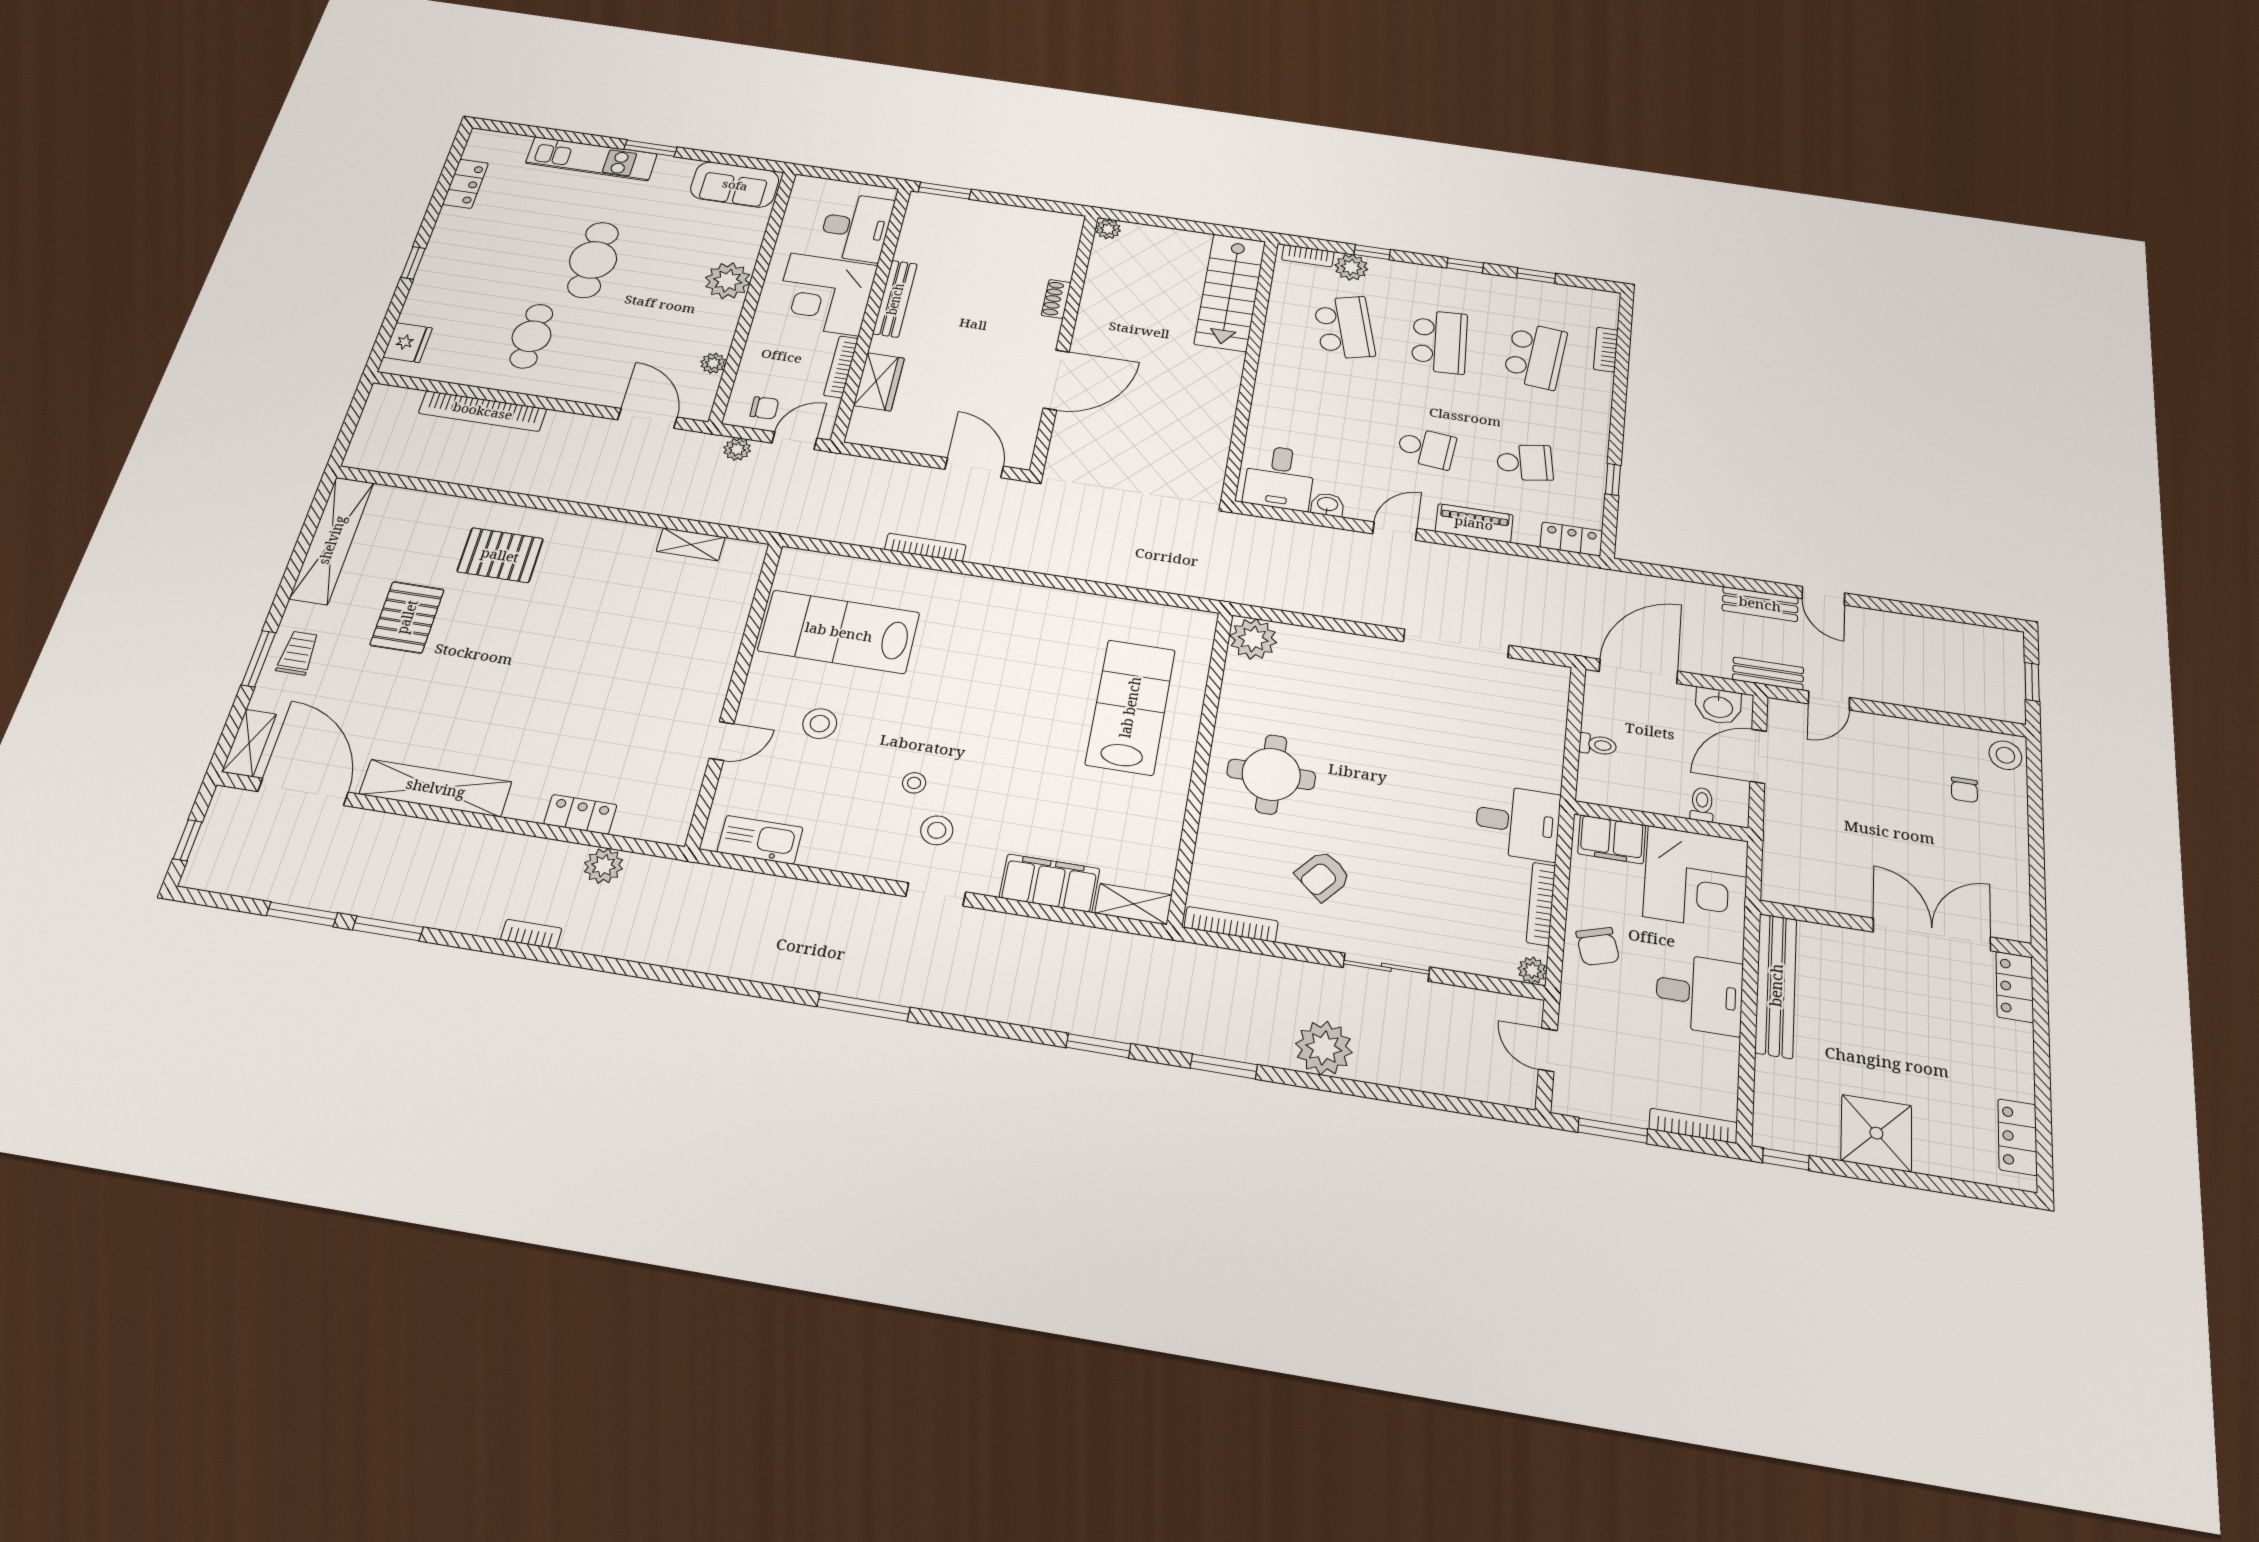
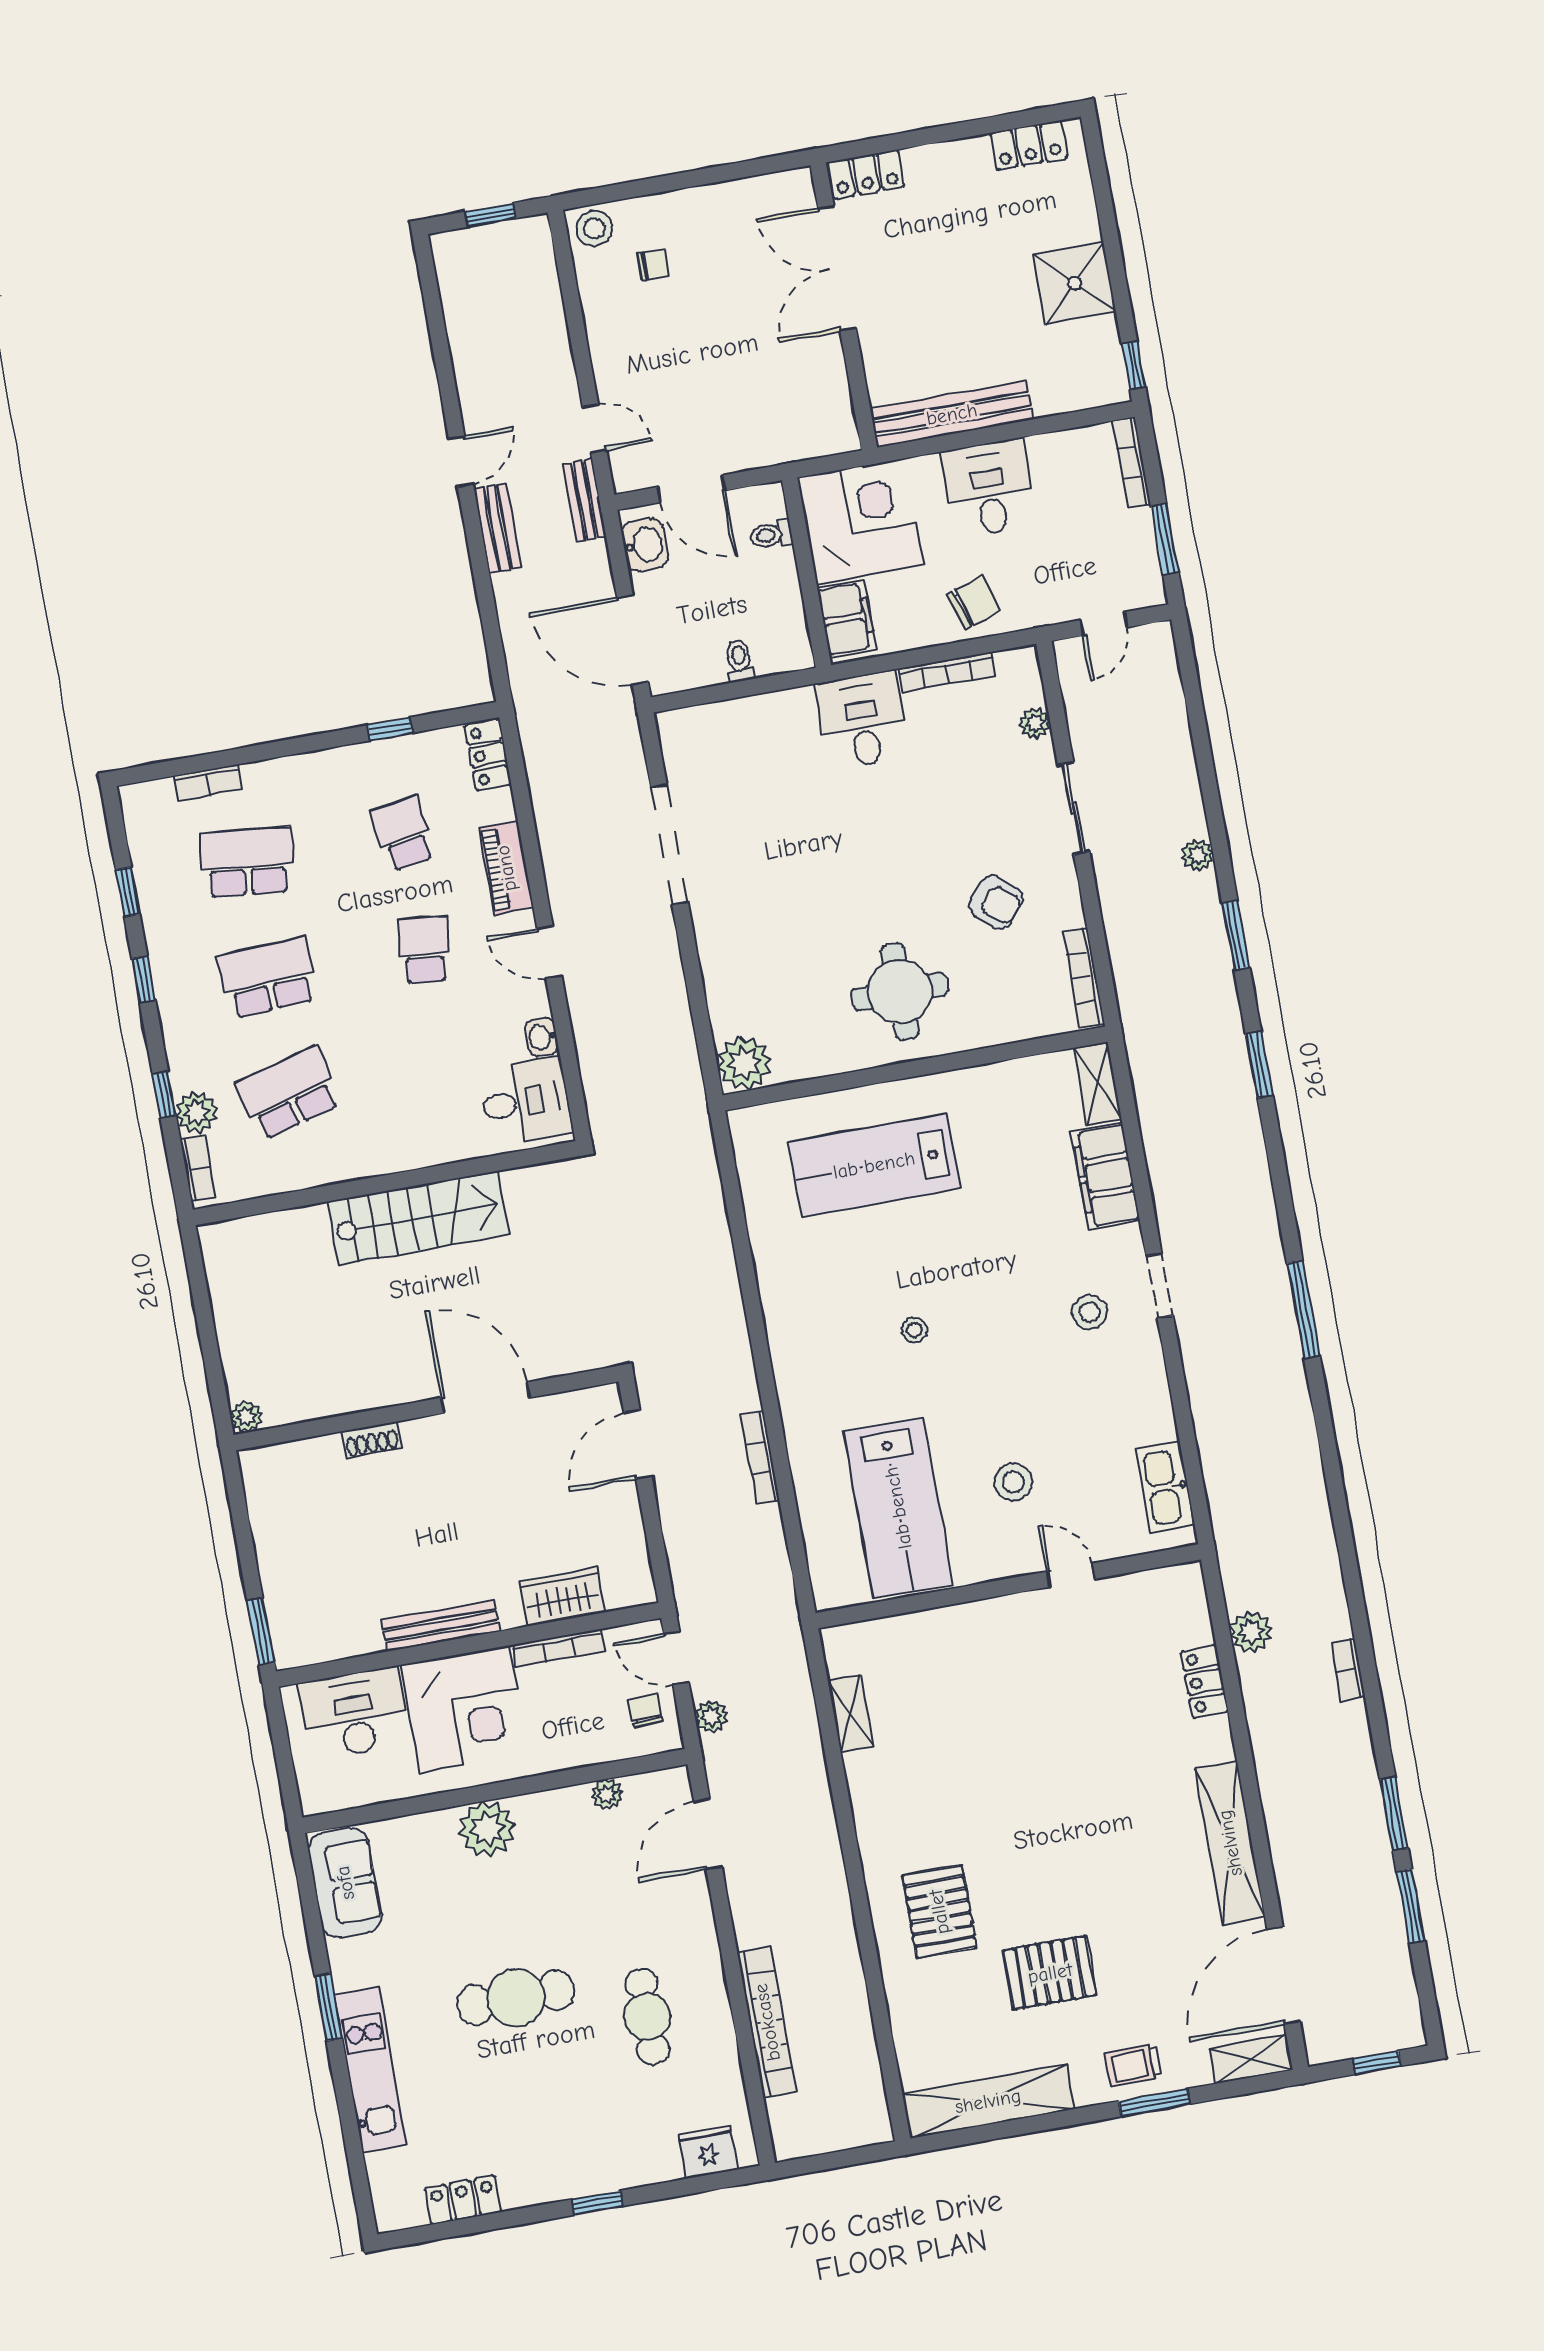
stairs: (1230, 292) -> (418, 1218), moved
cafe table: (531, 336) -> (647, 2017), turned 90
stool: (914, 783) -> (914, 1330), moved
plant: (1532, 970) -> (1035, 723), moved
plant: (1324, 1048) -> (1198, 855), width x0.53, depth x0.53

